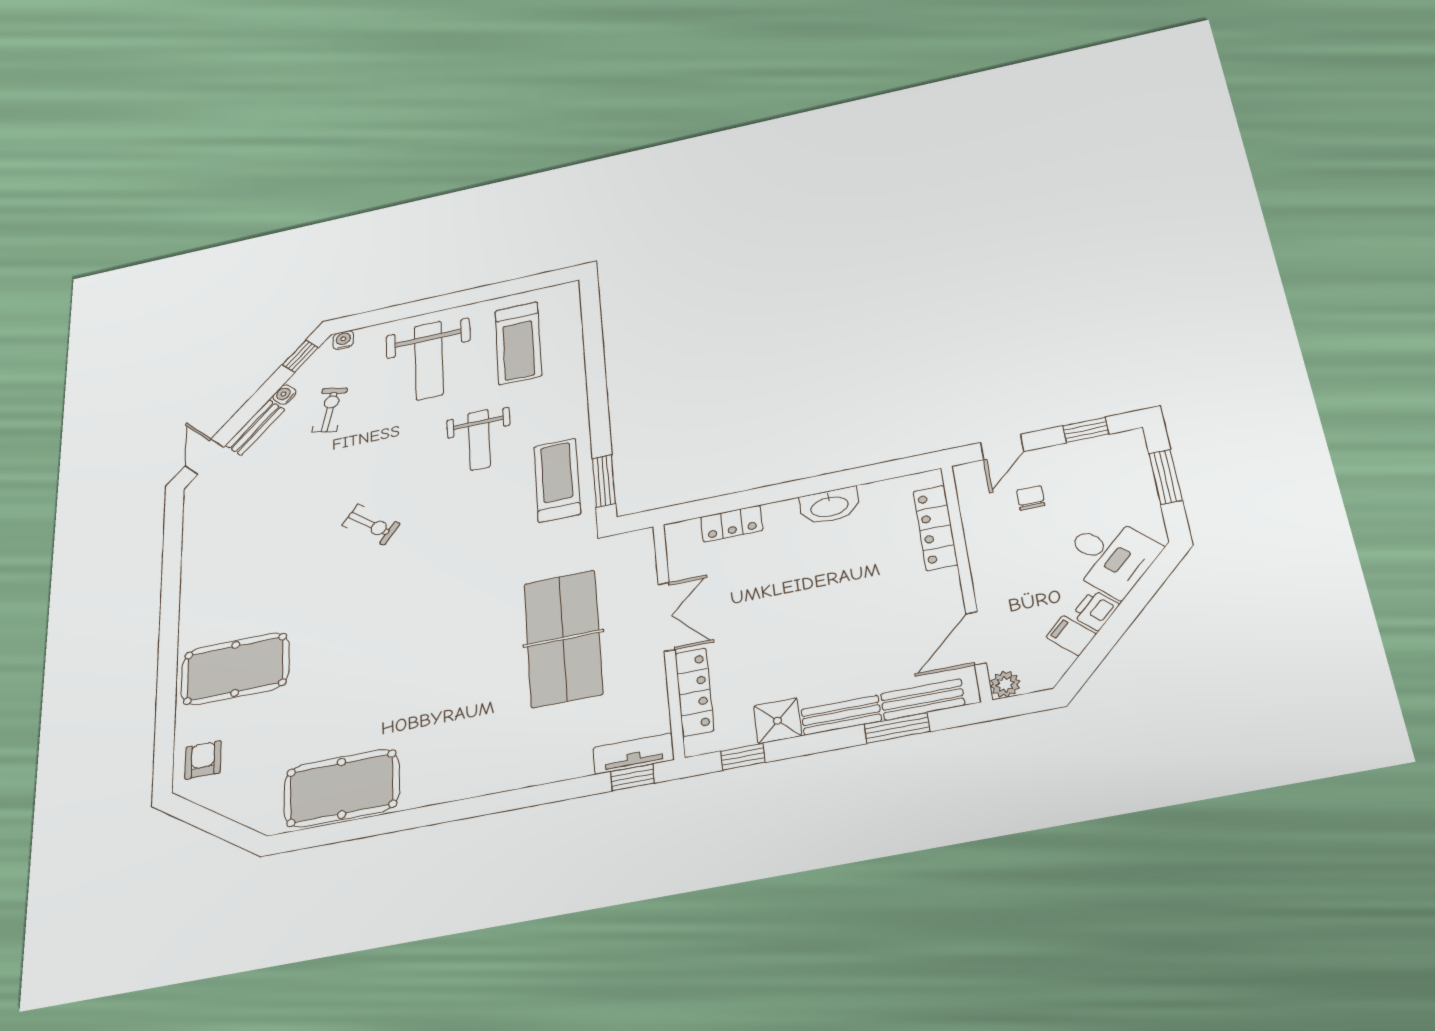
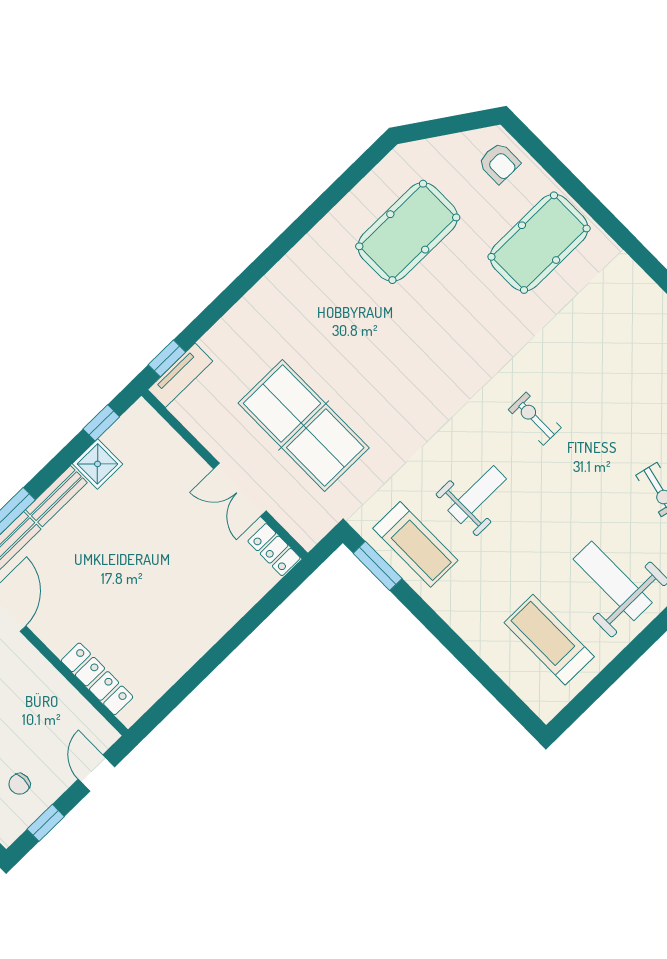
weight bench: (479, 440) -> (477, 495), moved, turned 90
chair: (1031, 498) -> (19, 784), moved, turned 90
washbasin: (829, 506) -> (188, 649), removed
exercise bike: (371, 524) -> (535, 419), turned 52
locker: (732, 524) -> (274, 550), moved, turned -90
locker: (694, 692) -> (173, 447), removed
pool table: (342, 788) -> (408, 232), moved

